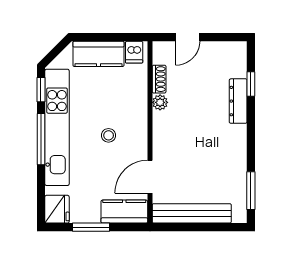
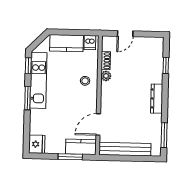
dresser: (238, 101) -> (157, 99), moved
kitchen unit: (57, 127) -> (38, 80), width x0.73
stool: (109, 135) -> (85, 81), moved
window: (41, 139) -> (27, 98), width x0.69
window: (91, 227) -> (70, 157), moved

